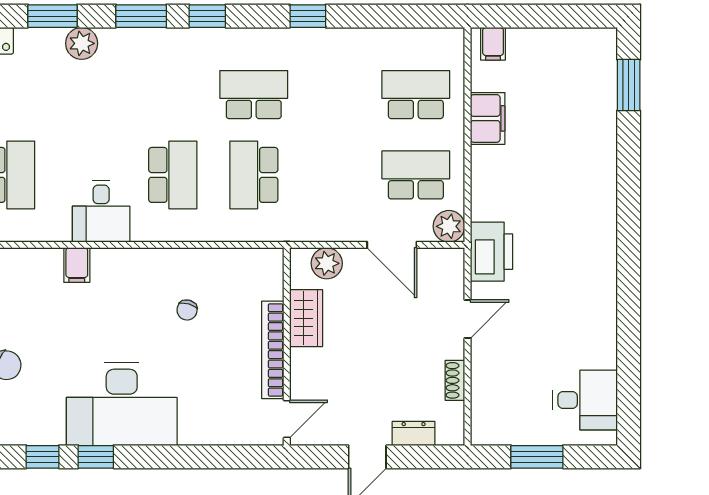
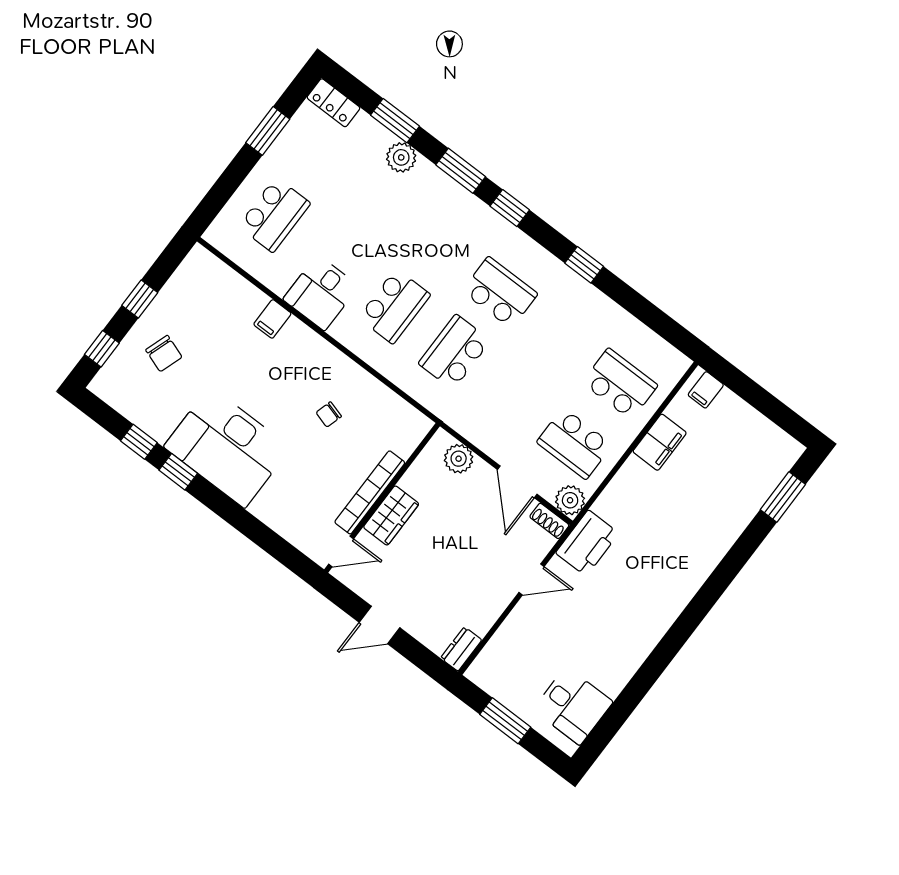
school desk: (416, 175) -> (575, 443), turned 180
wardrobe: (306, 318) -> (391, 516), moved
shoe rack: (455, 380) -> (549, 521), moved, turned -90
dresser: (414, 433) -> (461, 649), moved, turned -90

